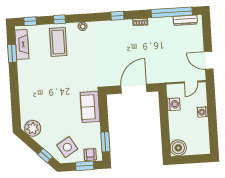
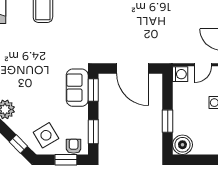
door: (134, 89) -> (132, 69), swing flipped
washing machine: (174, 104) -> (180, 74), moved
window: (103, 108) -> (93, 90), added
window: (165, 130) -> (168, 121), added

